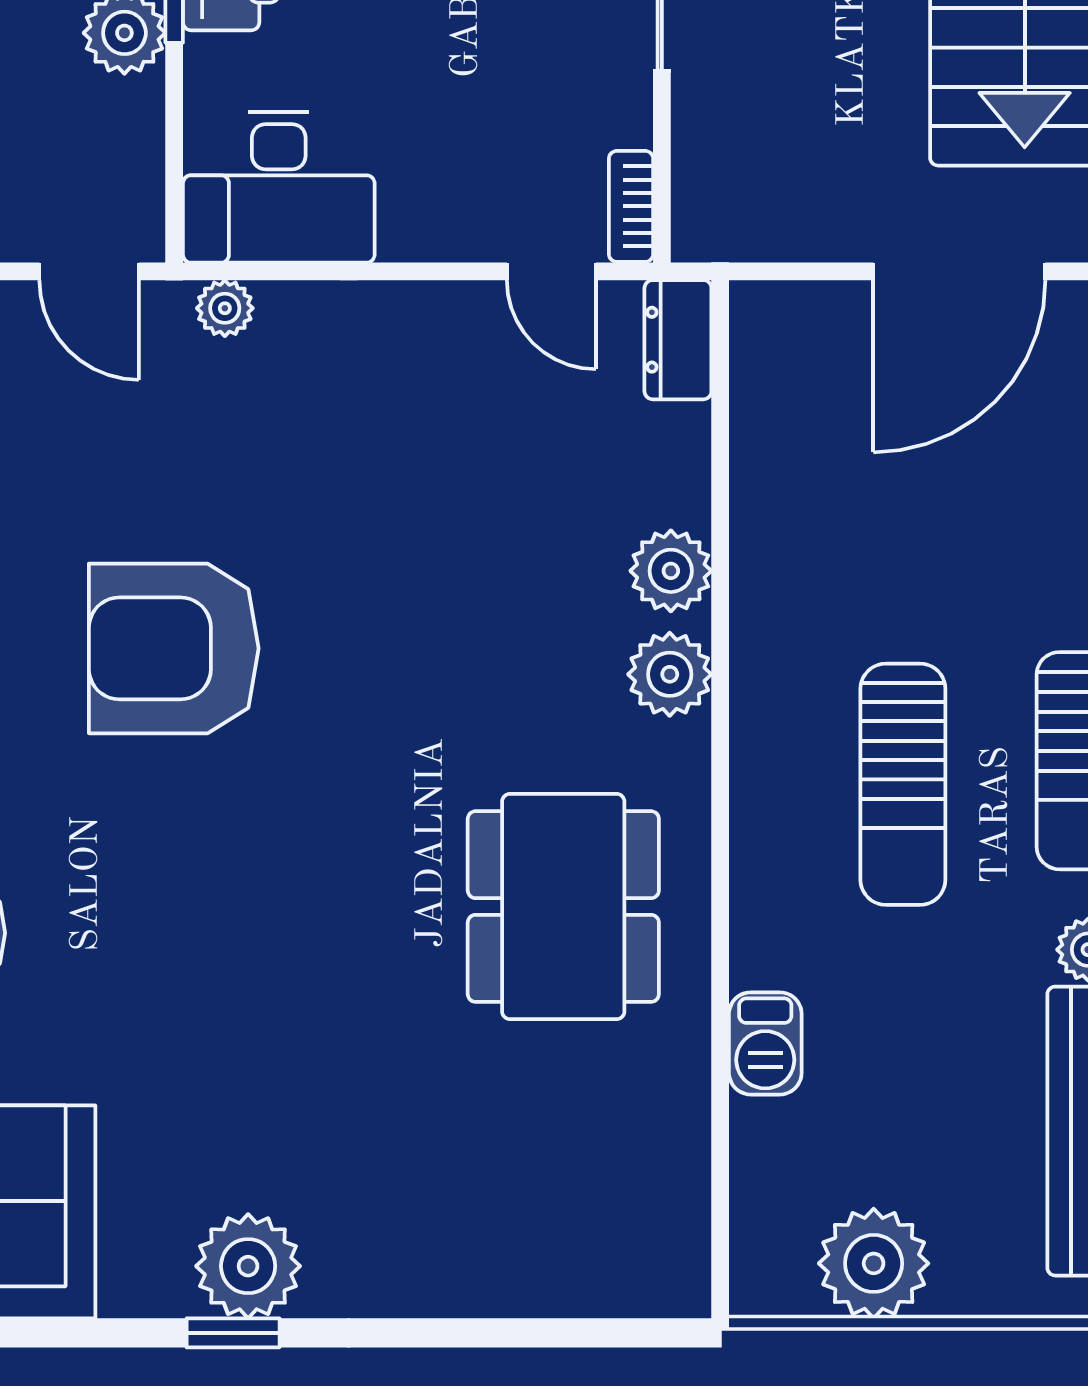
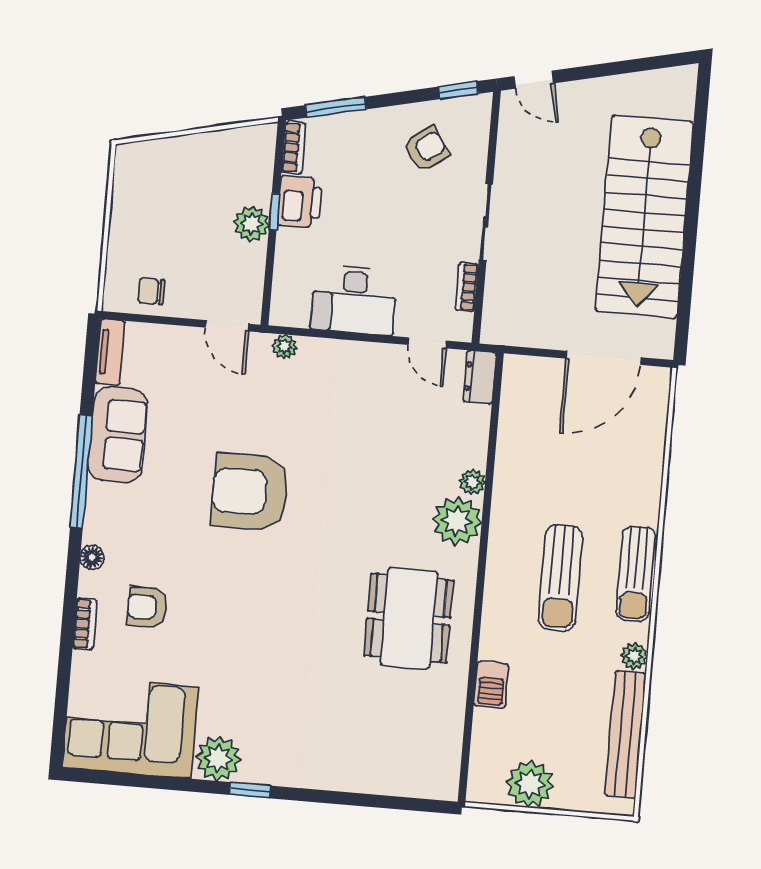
desk: (279, 187) -> (354, 300), moved
bookcase: (631, 206) -> (467, 287), moved
plant: (671, 571) -> (472, 482), width x0.73, depth x0.73
plant: (670, 674) -> (457, 521), width x1.36, depth x1.36
plant: (248, 1266) -> (218, 758), moved

